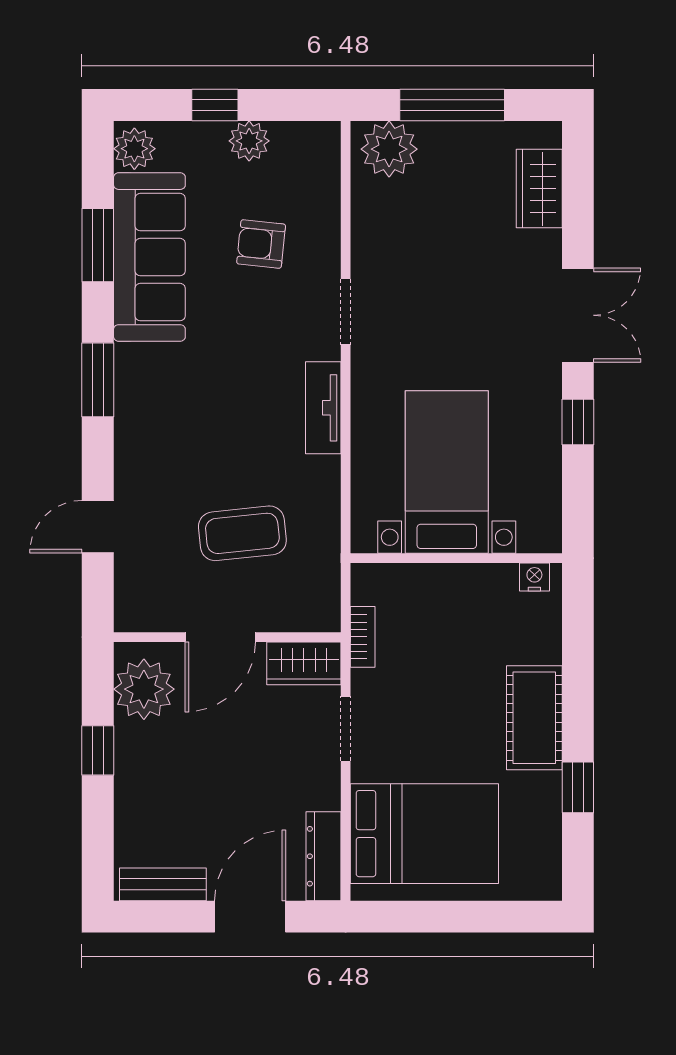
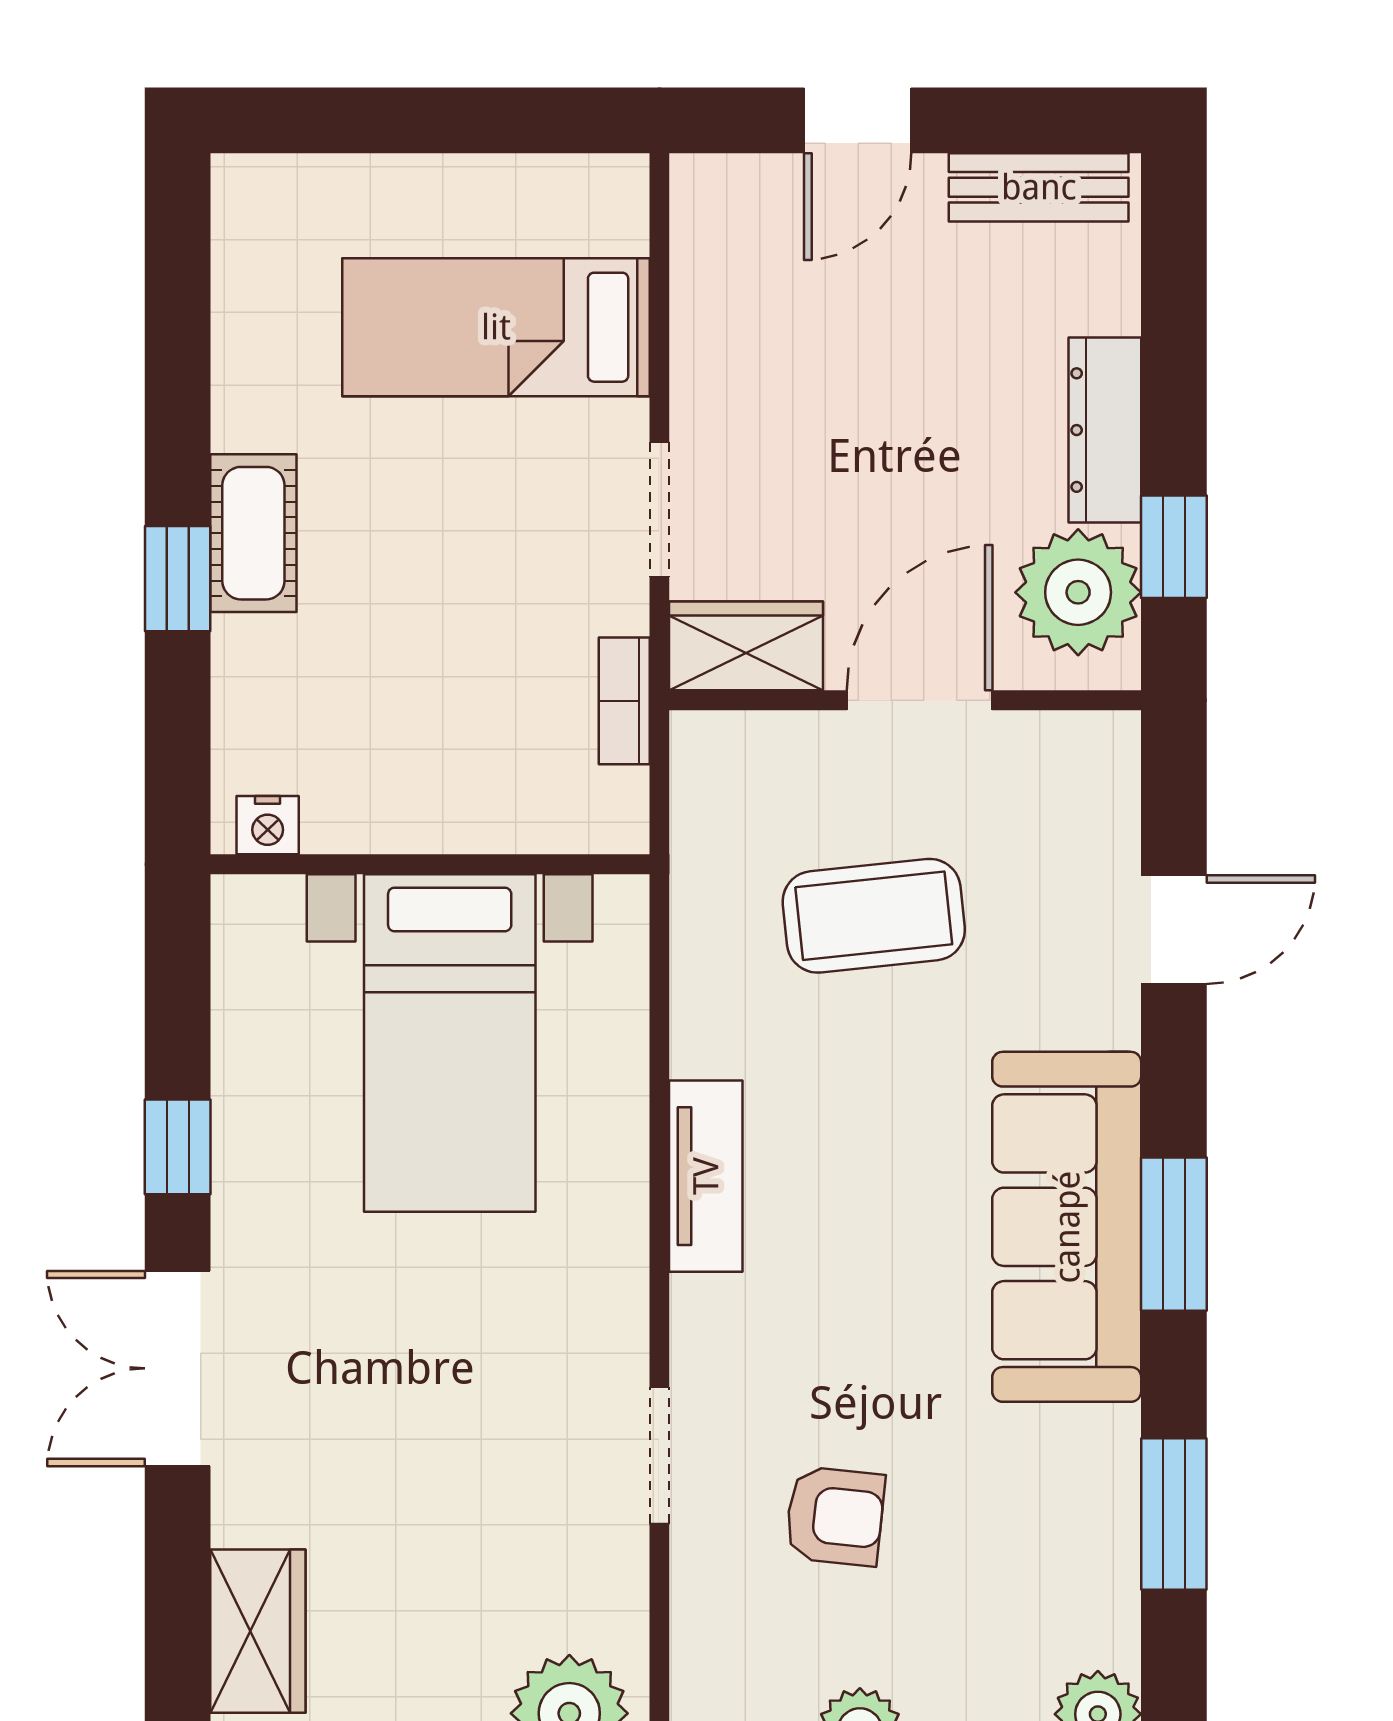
sofa: (149, 257) -> (1067, 1227), moved
doorway: (346, 312) -> (659, 1456), moved
cot: (534, 718) -> (253, 533), width x0.73, depth x0.75
window: (98, 750) -> (1174, 547), moved
window: (578, 787) -> (178, 579), moved
bed: (424, 834) -> (496, 327), width x0.67
dresser: (323, 856) -> (1105, 430), moved, turned 180
door: (250, 917) -> (858, 120), width x0.73

